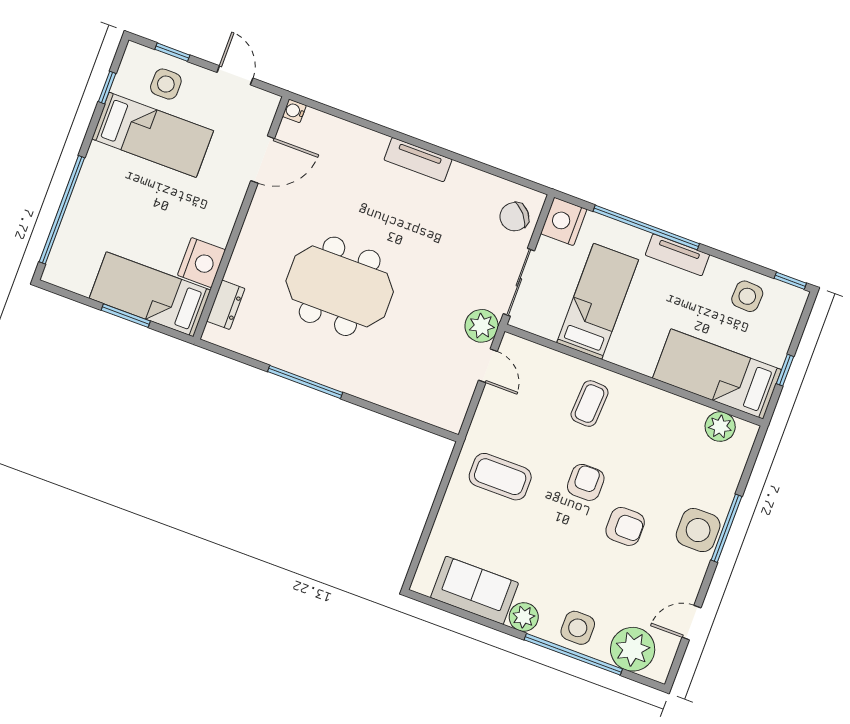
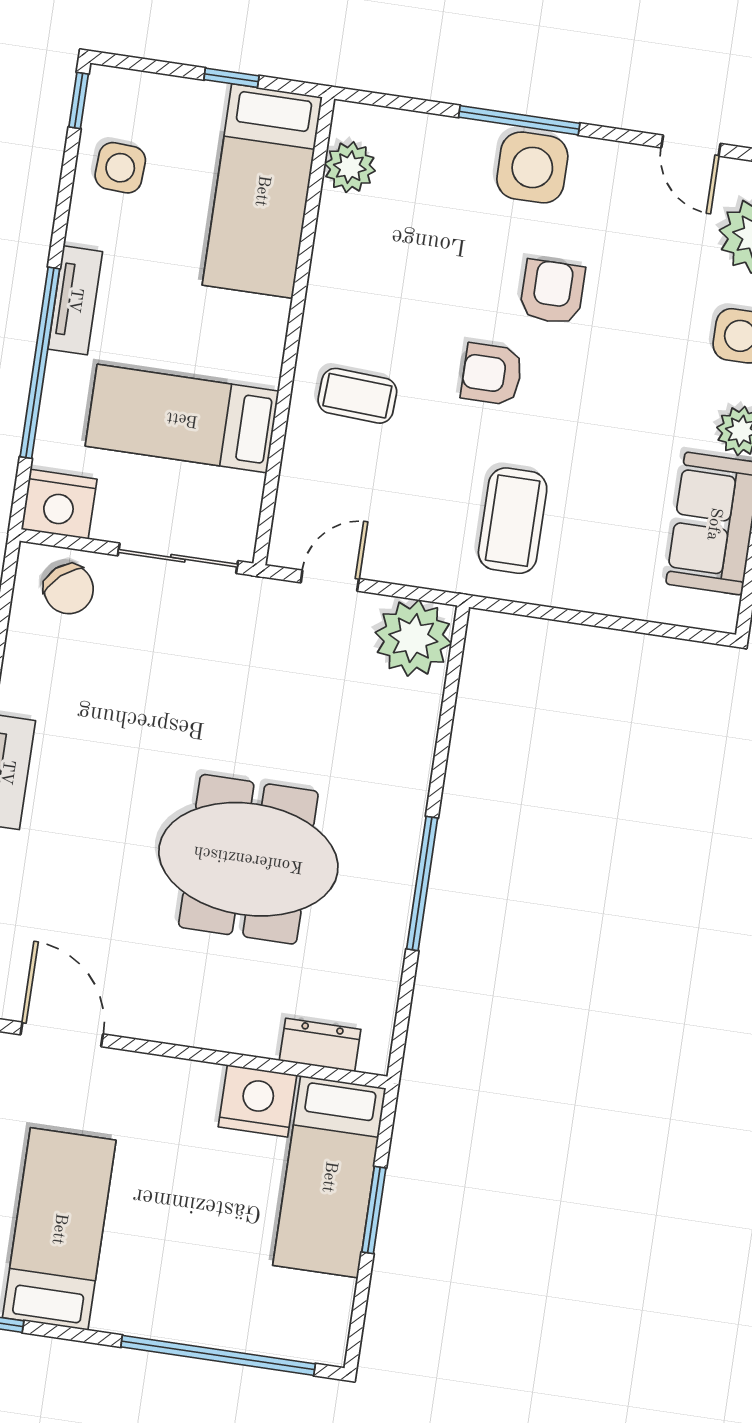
meeting table: (340, 286) -> (248, 859), turned 90
plant: (482, 326) -> (413, 638), moved, width x1.36, depth x1.36

